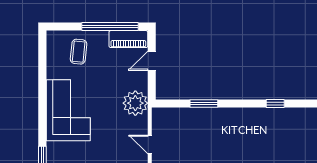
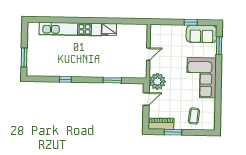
window: (110, 26) -> (173, 132), width x0.47
door: (152, 61) -> (146, 99), moved
door: (150, 144) -> (148, 54), hinge flipped

